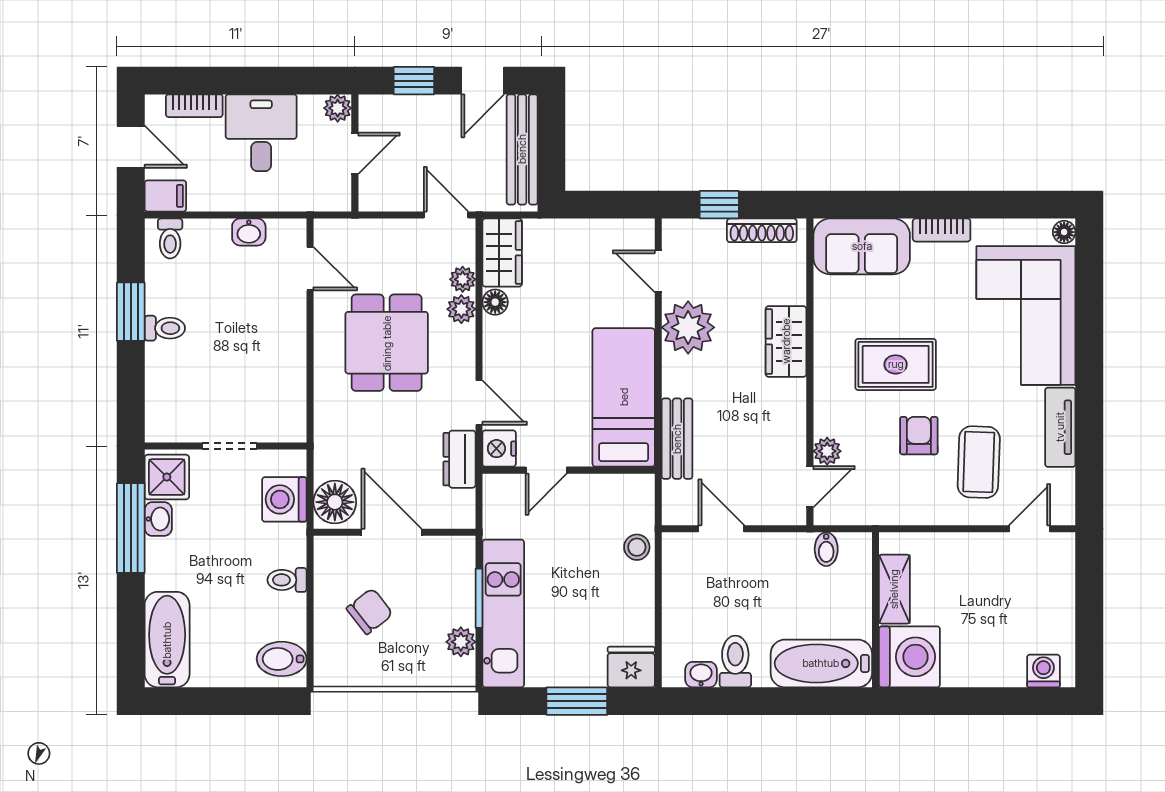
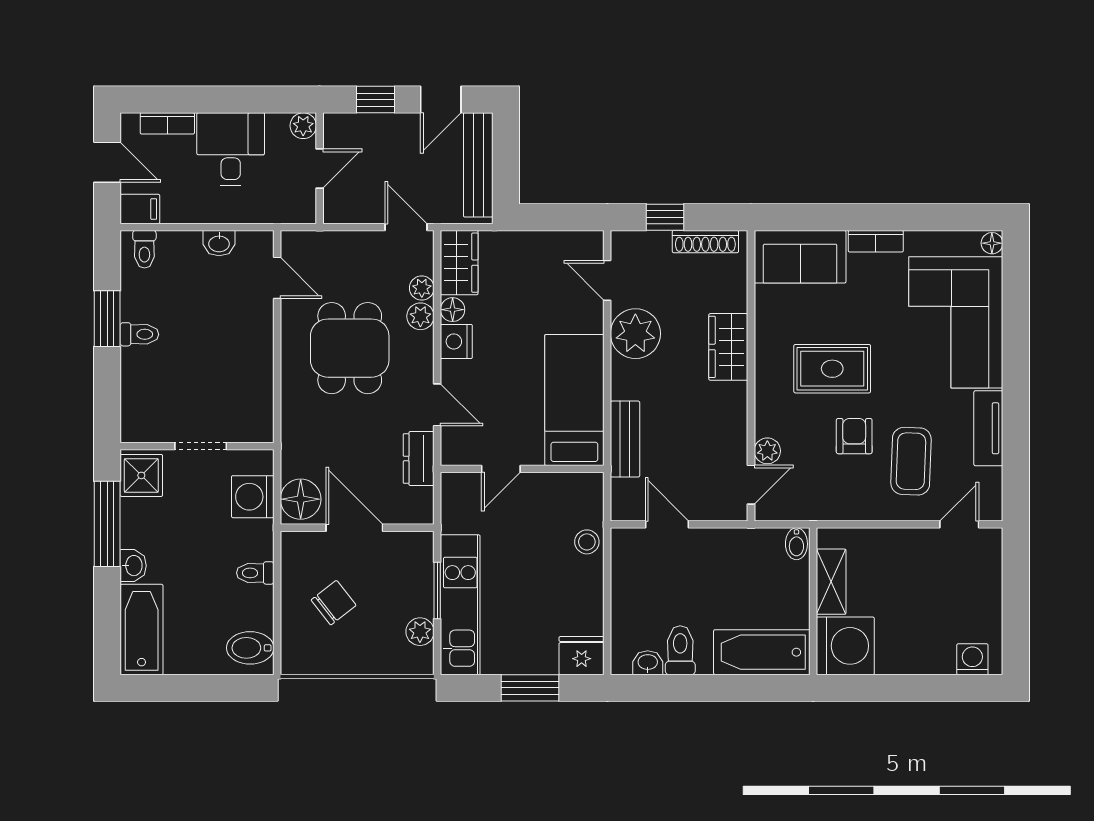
nightstand: (499, 449) -> (456, 341), moved
washbasin: (158, 519) -> (133, 566), moved
bidet: (826, 549) -> (796, 544), moved

